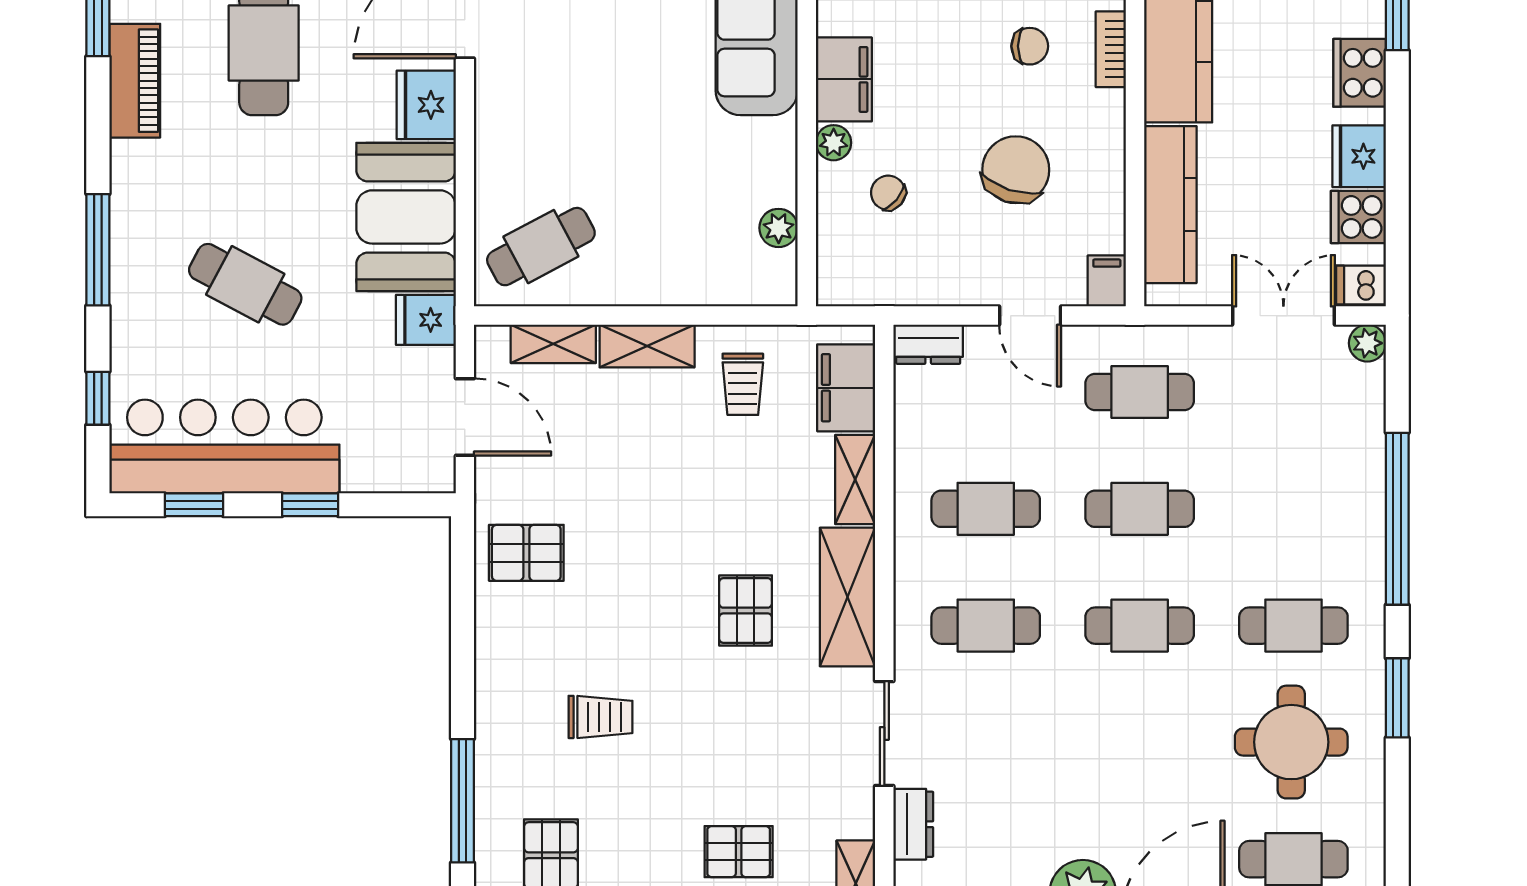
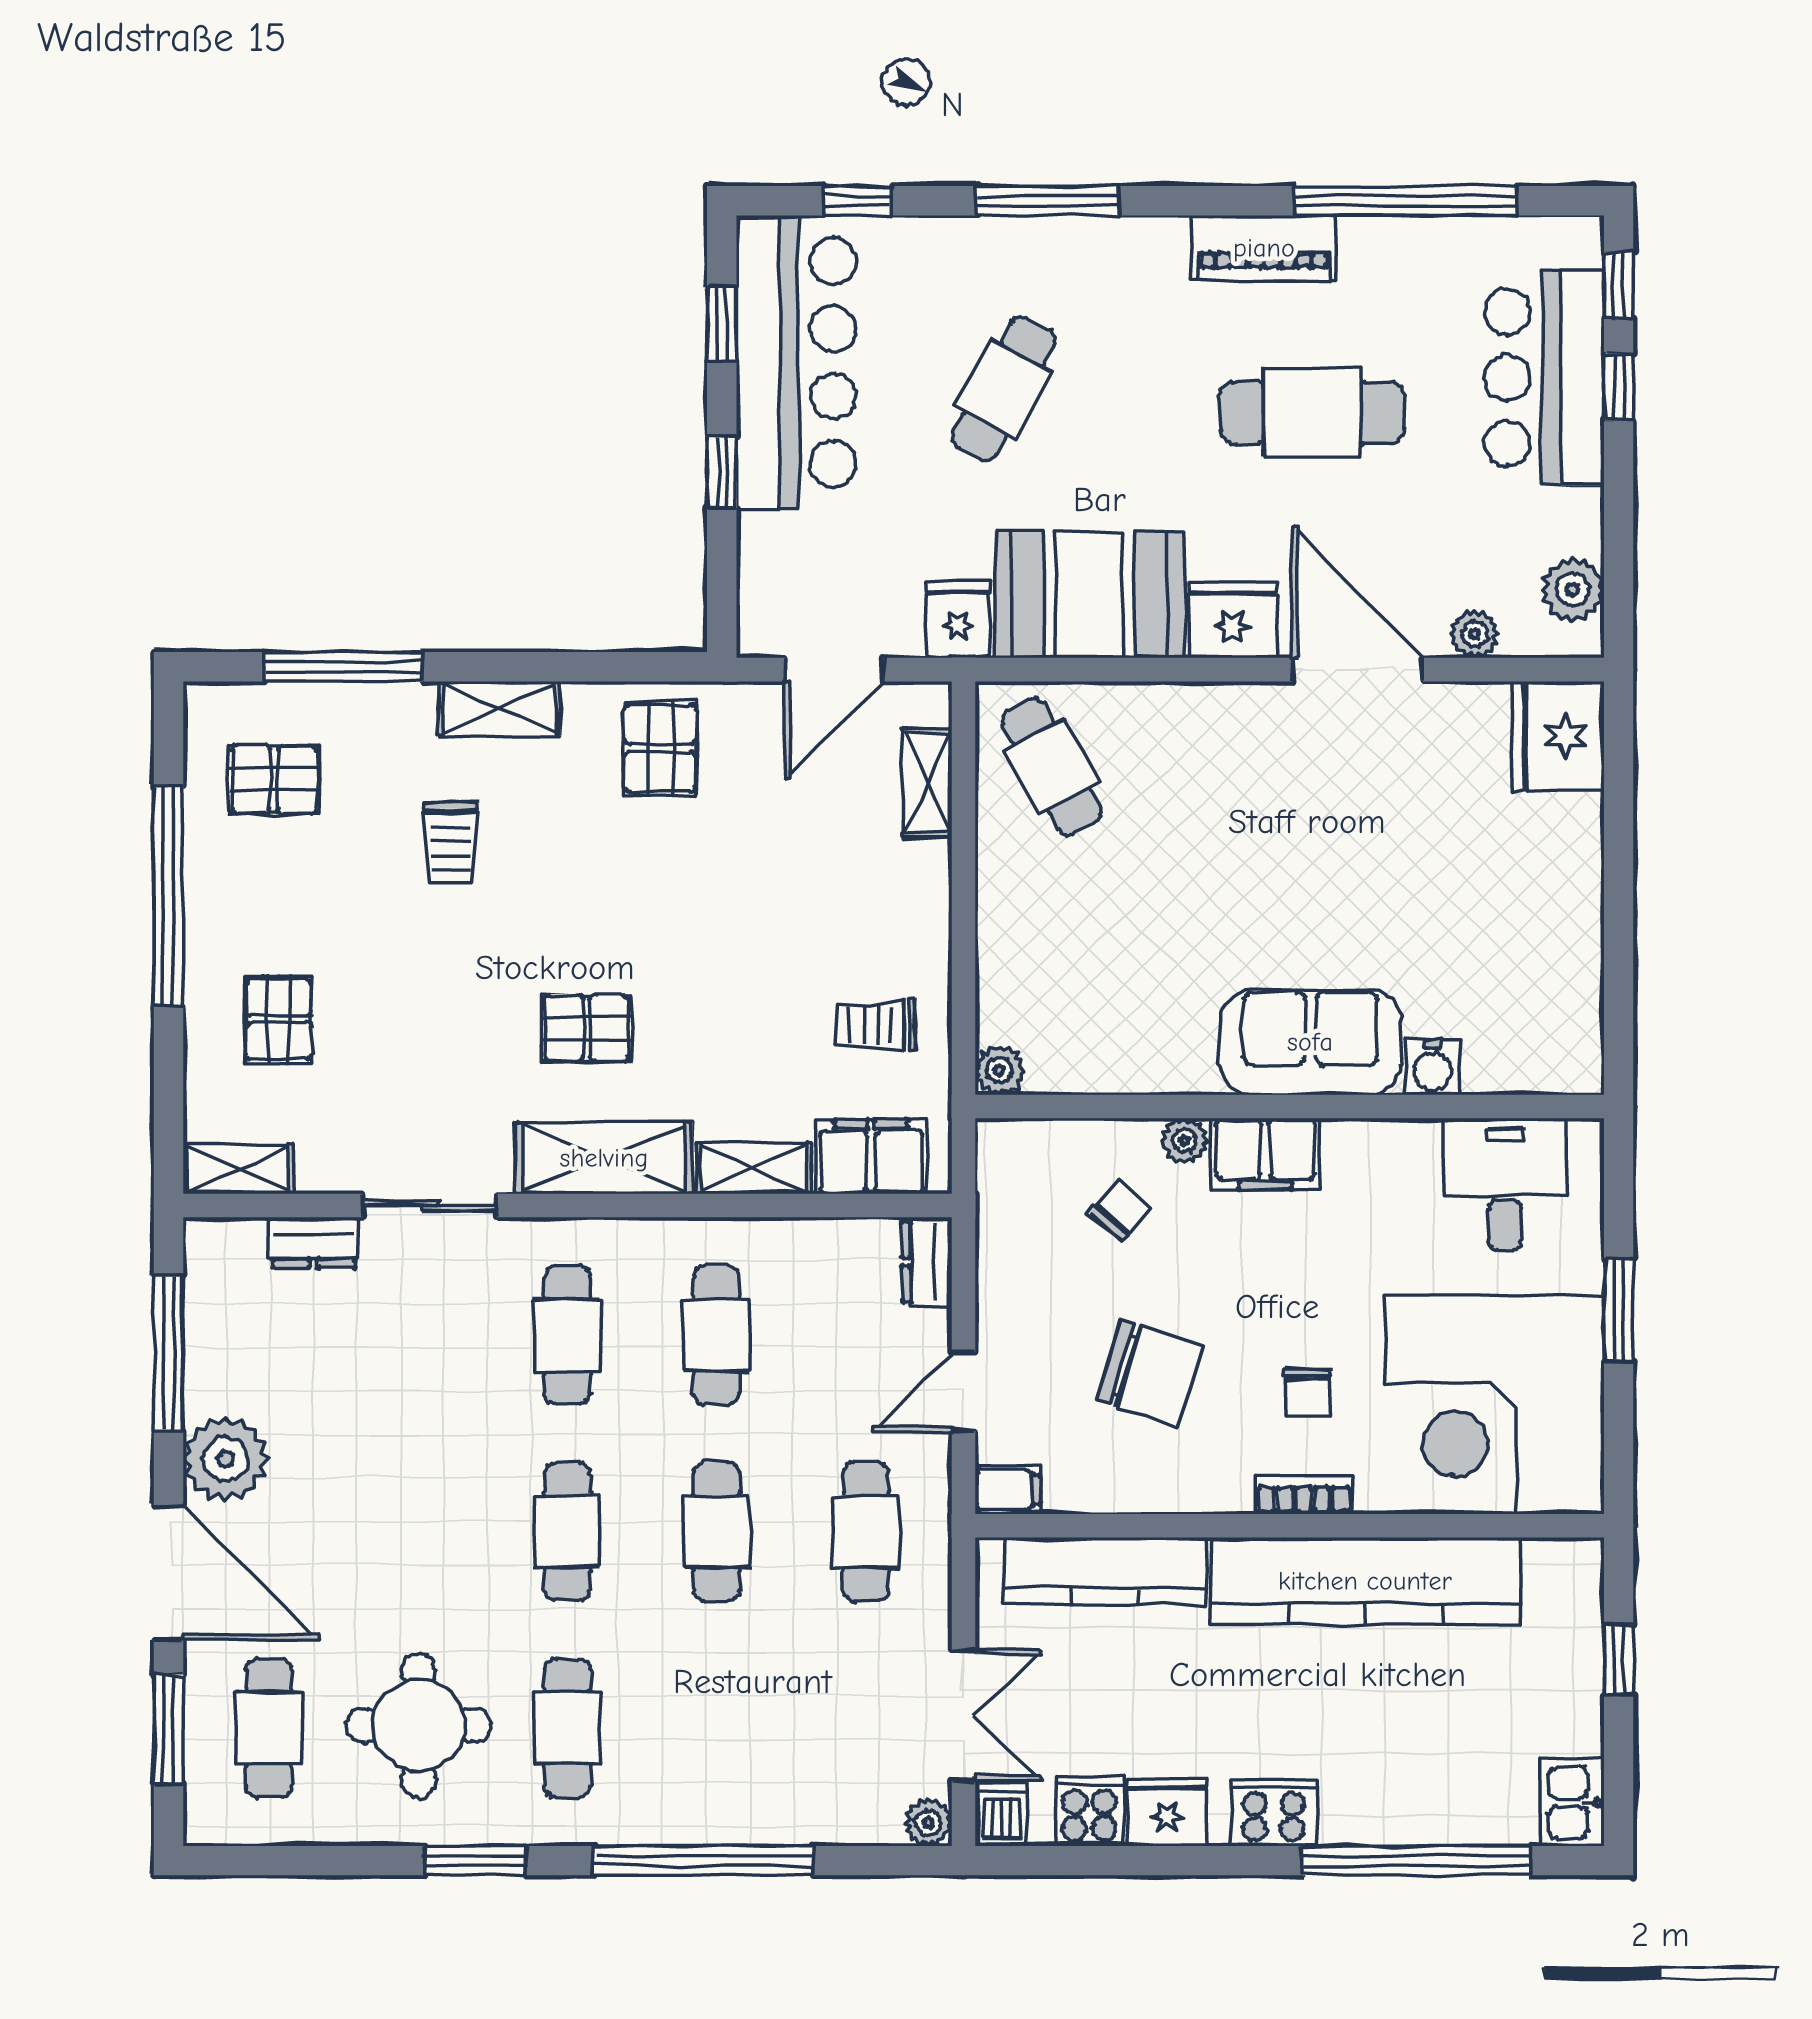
plant: (779, 228) -> (1000, 1070), moved
shelving: (647, 346) -> (499, 709), moved, turned 90

